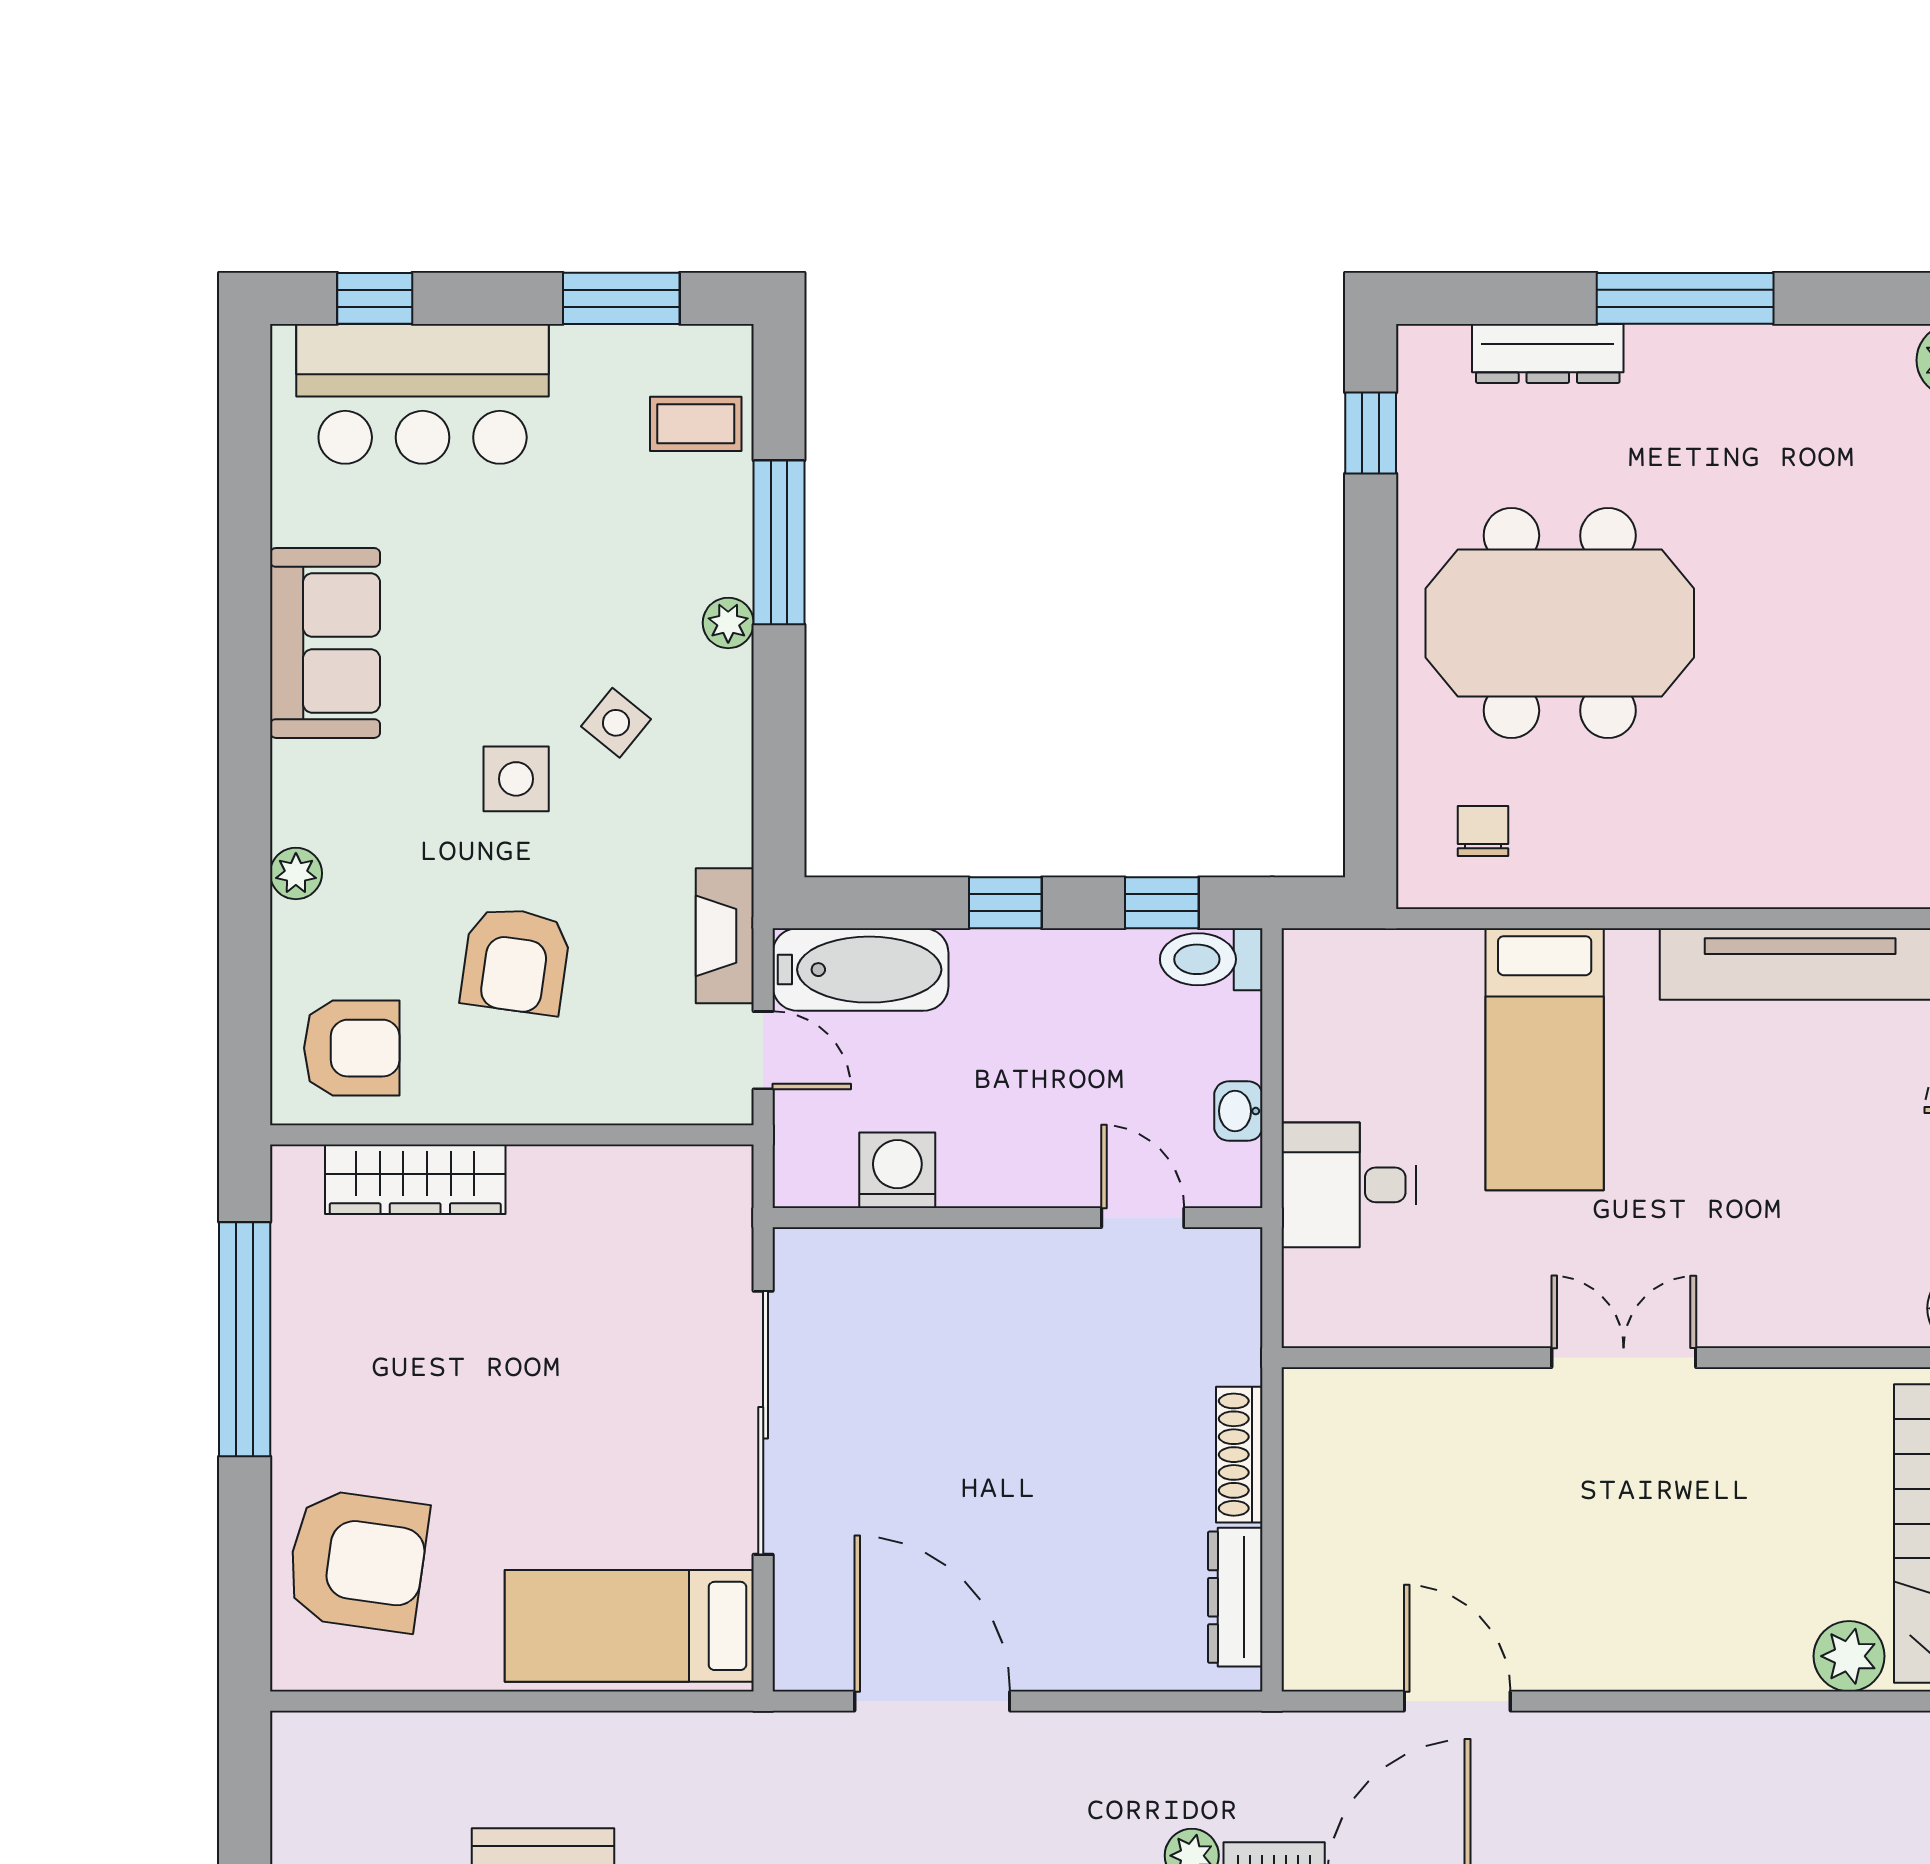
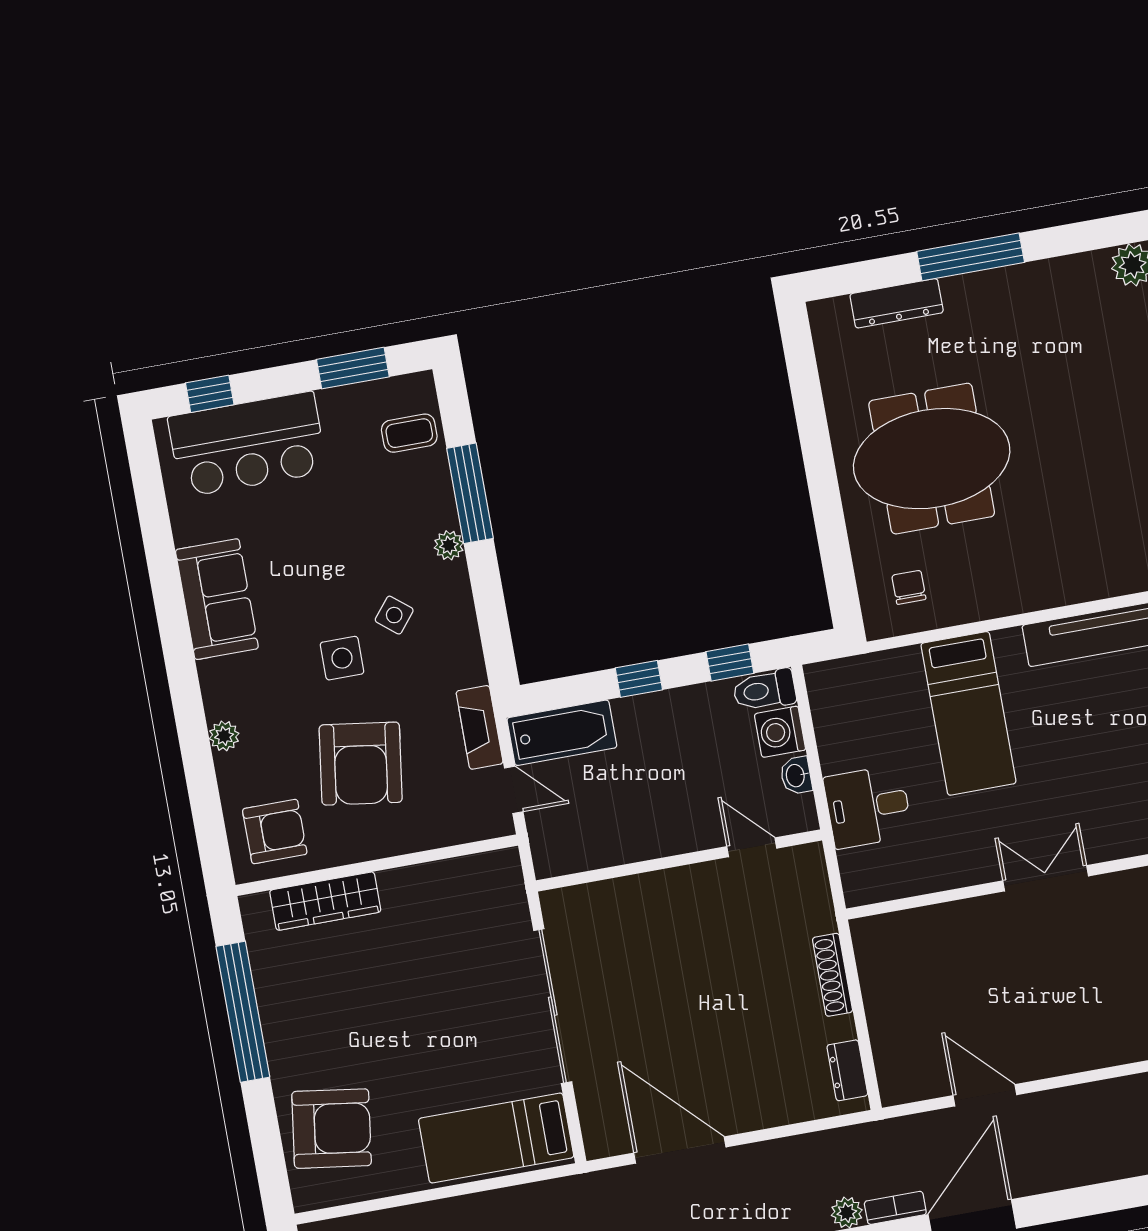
window: (1371, 433) -> (802, 368), removed
armchair: (516, 960) -> (361, 764), width x1.36, depth x1.36
washing machine: (897, 1170) -> (780, 732), moved, turned -90
dresser: (1235, 1597) -> (847, 1070), width x0.70

